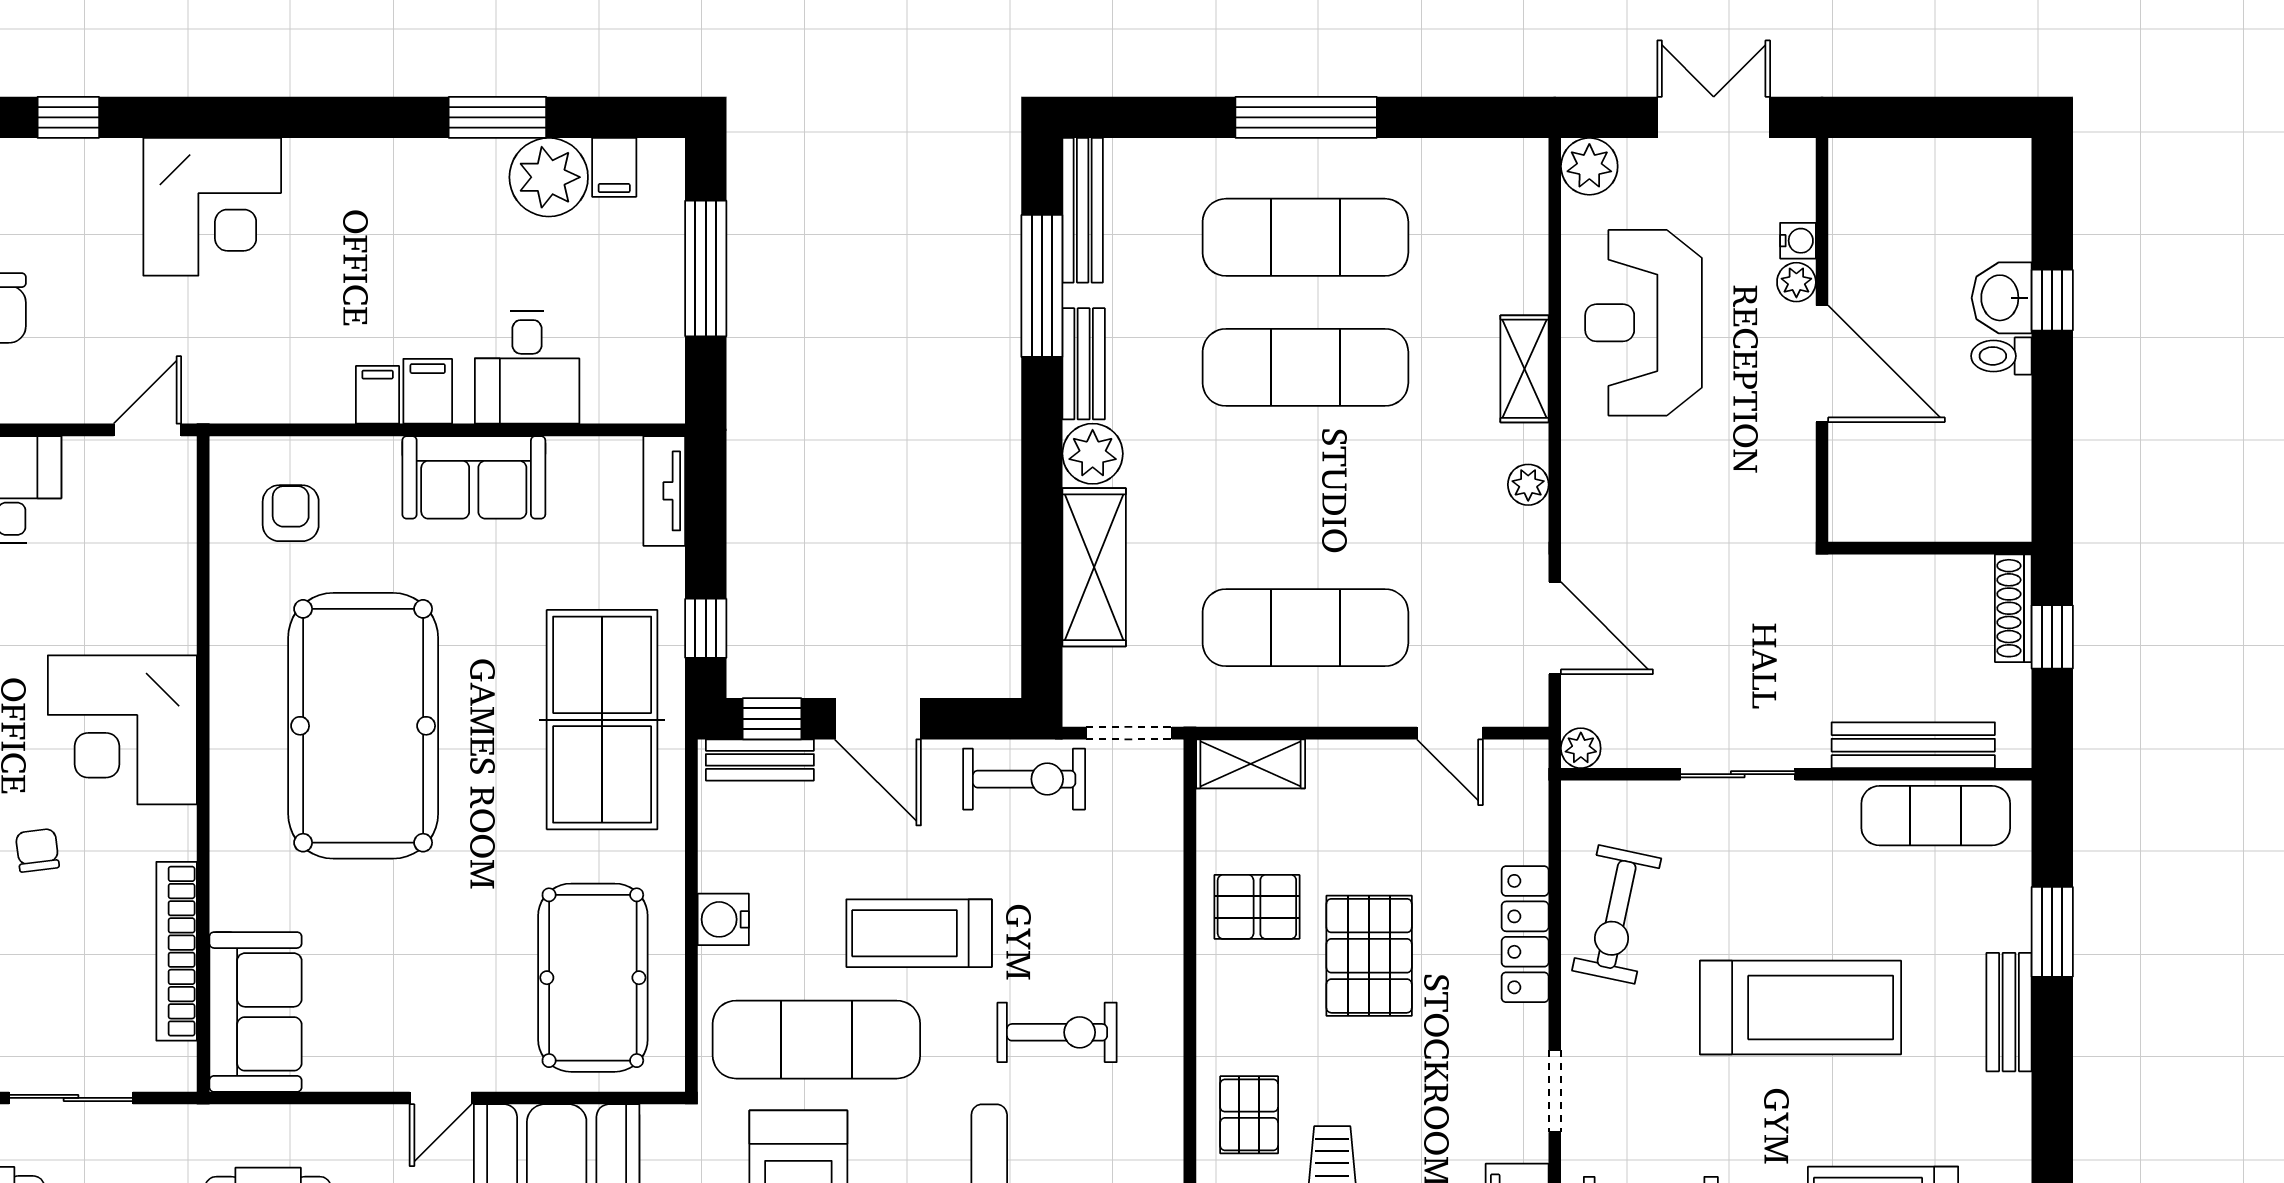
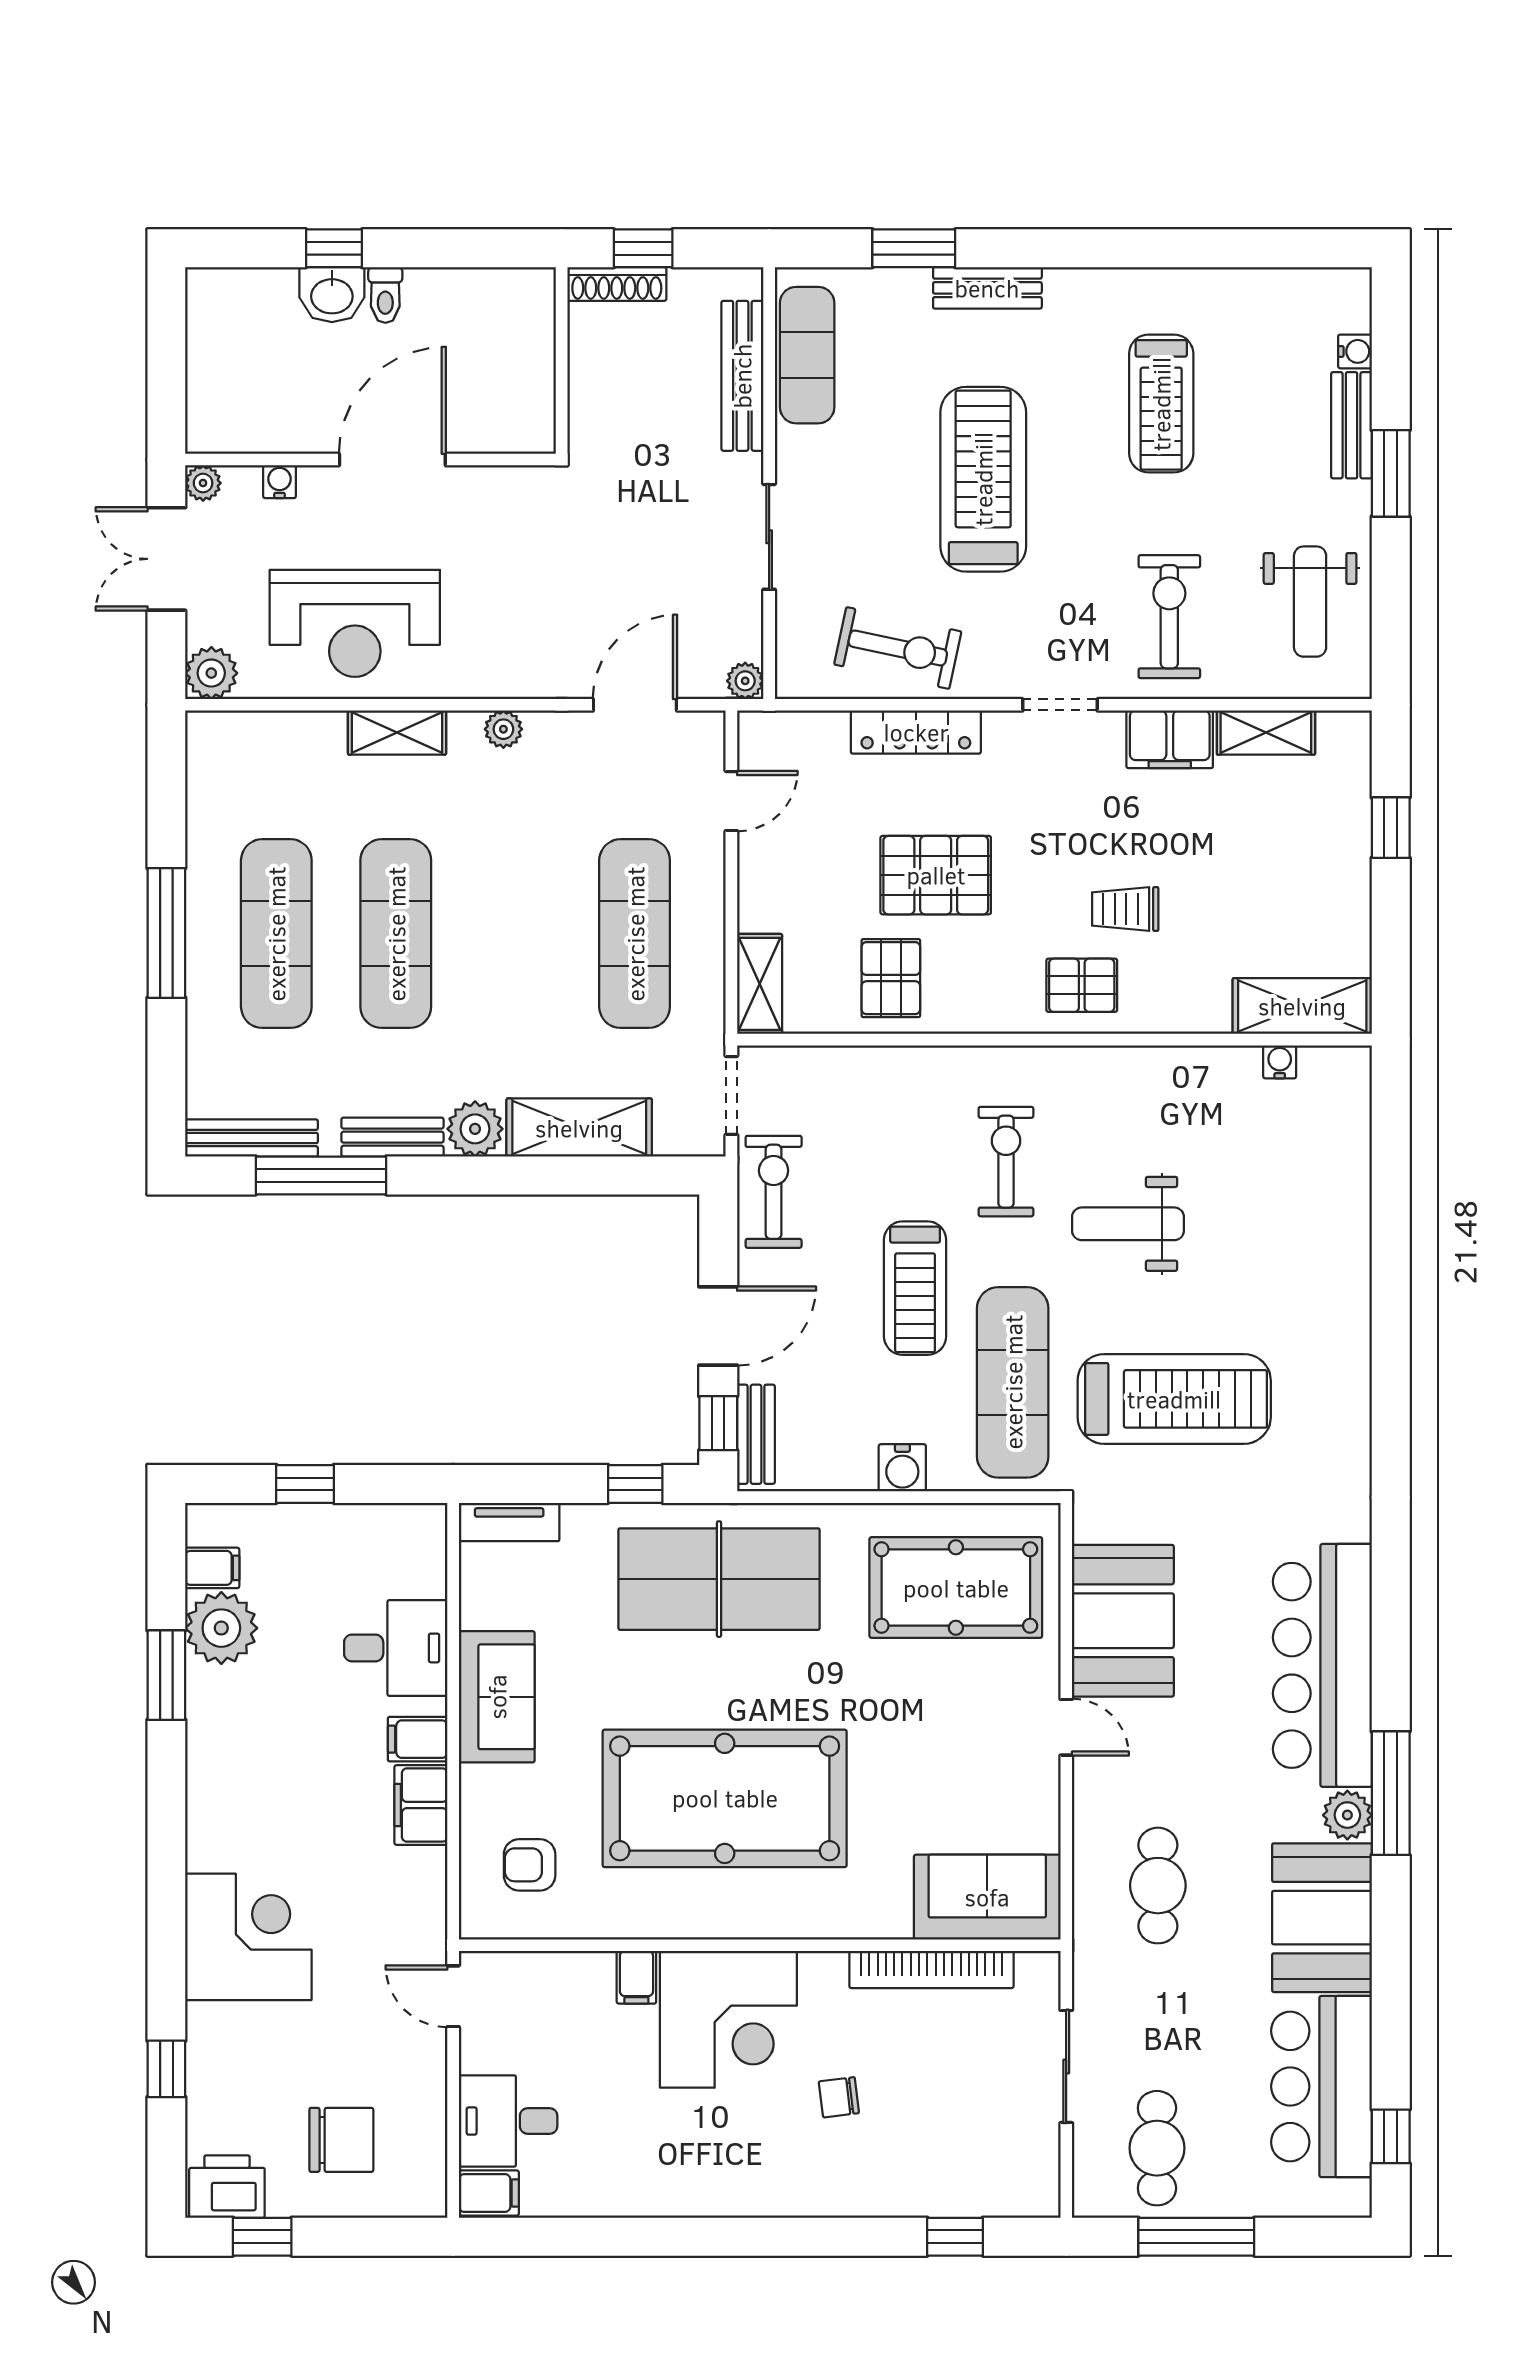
window: (706, 269) -> (305, 1484), width x0.46
plant: (1796, 282) -> (203, 483), moved
filing cabinet: (378, 395) -> (421, 1805), width x2.00
filing cabinet: (168, 630) -> (636, 1977), added

